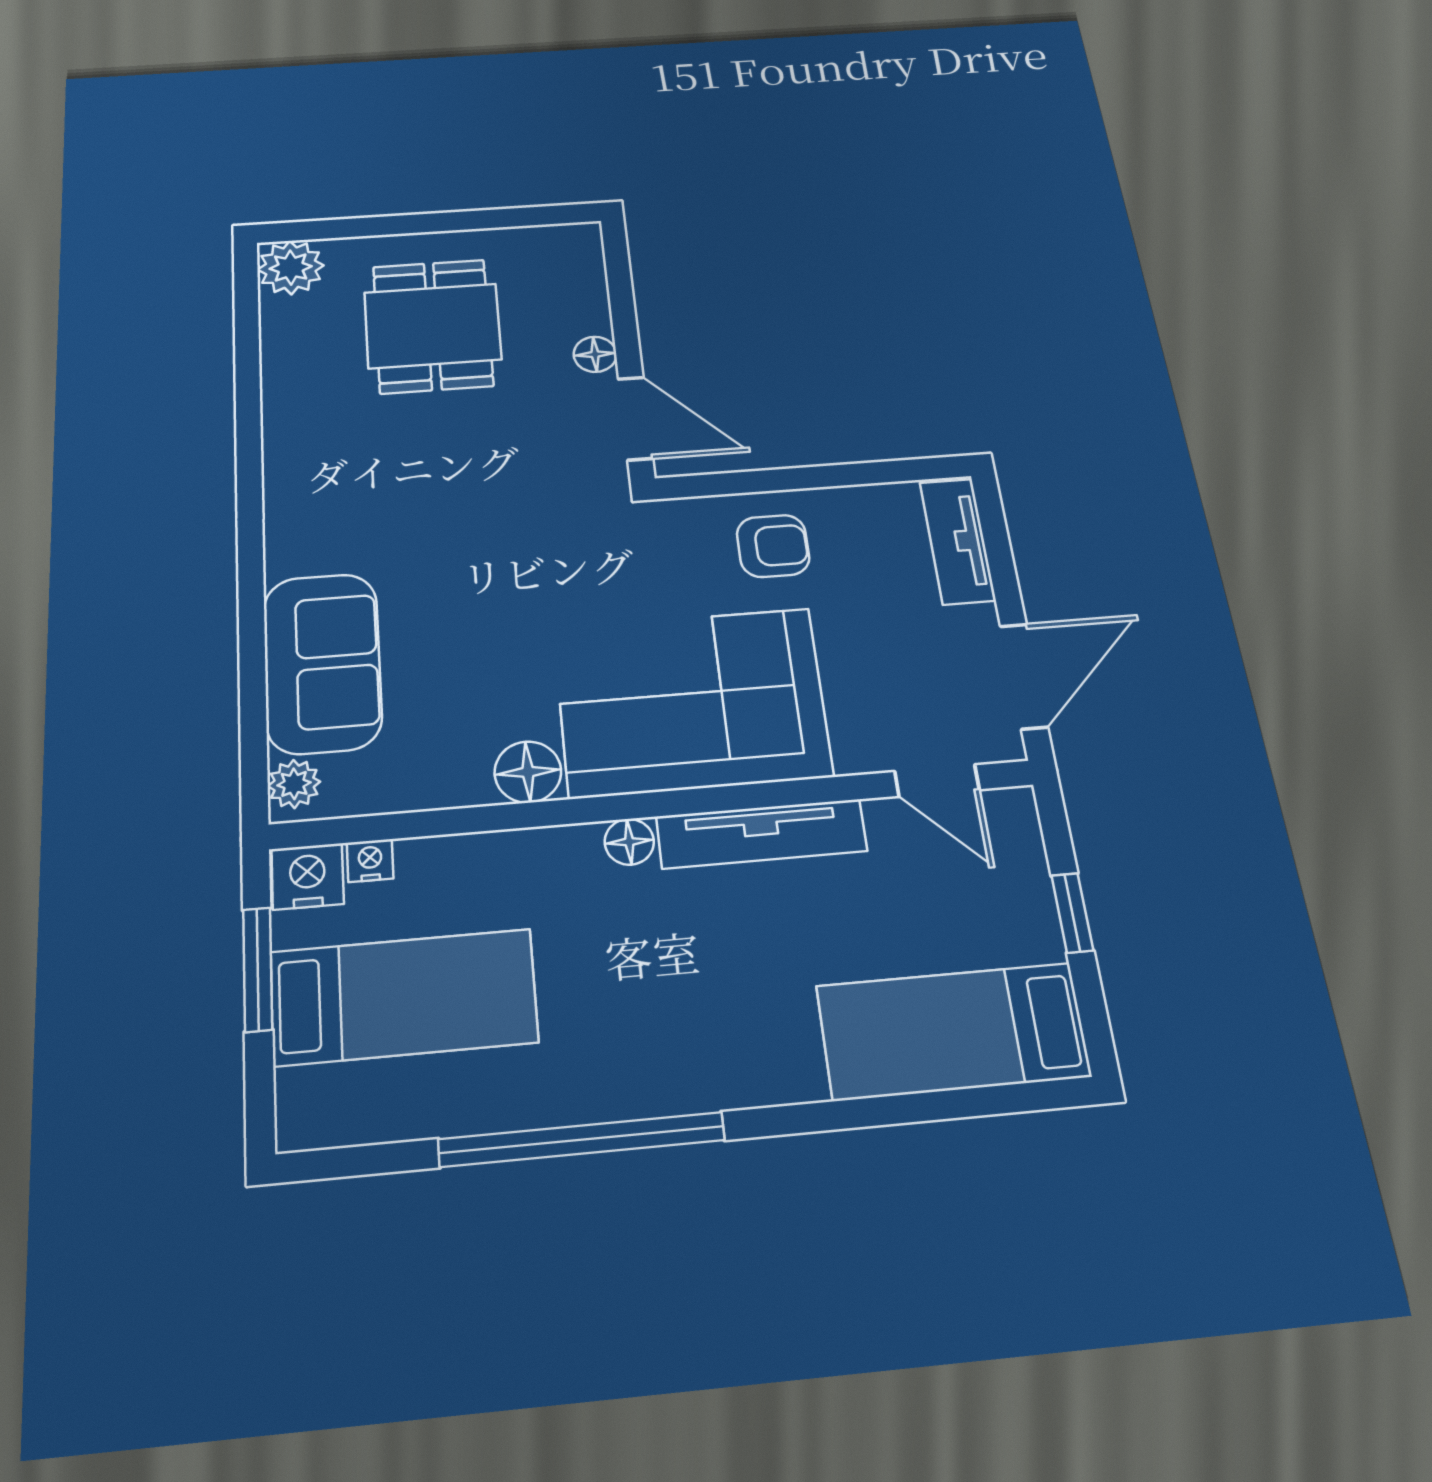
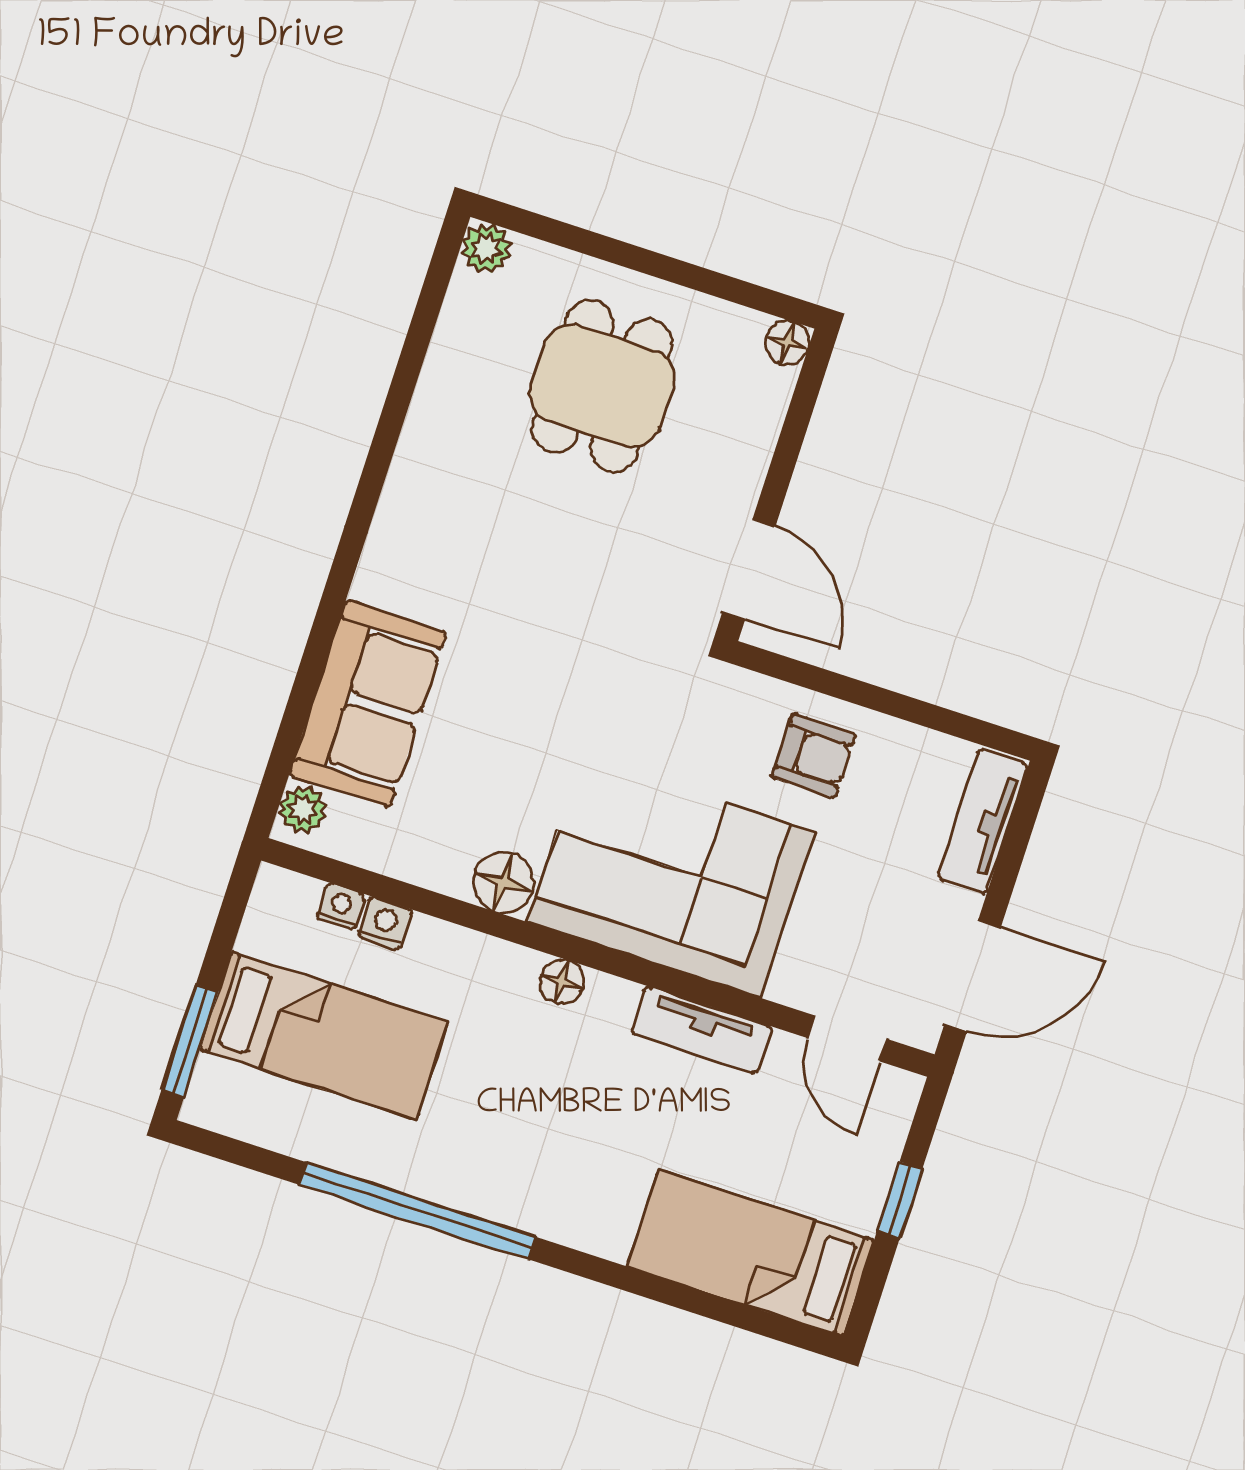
plant: (291, 267) -> (486, 248), width x0.73, depth x0.73
floor lamp: (595, 354) -> (787, 343), moved
tv unit: (762, 834) -> (701, 1030), width x0.71
nightstand: (307, 876) -> (385, 923), moved, width x0.72, depth x0.74
window: (258, 969) -> (190, 1041), moved

